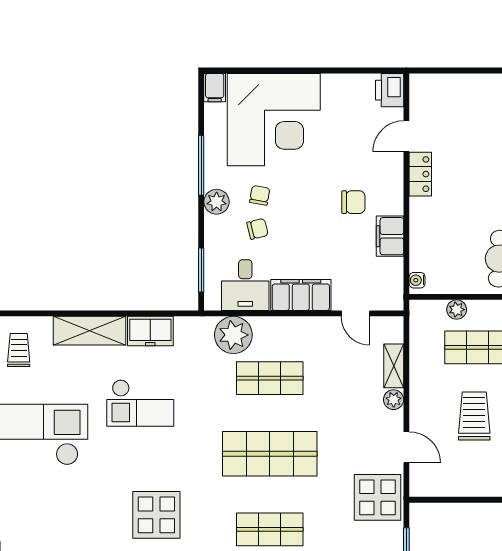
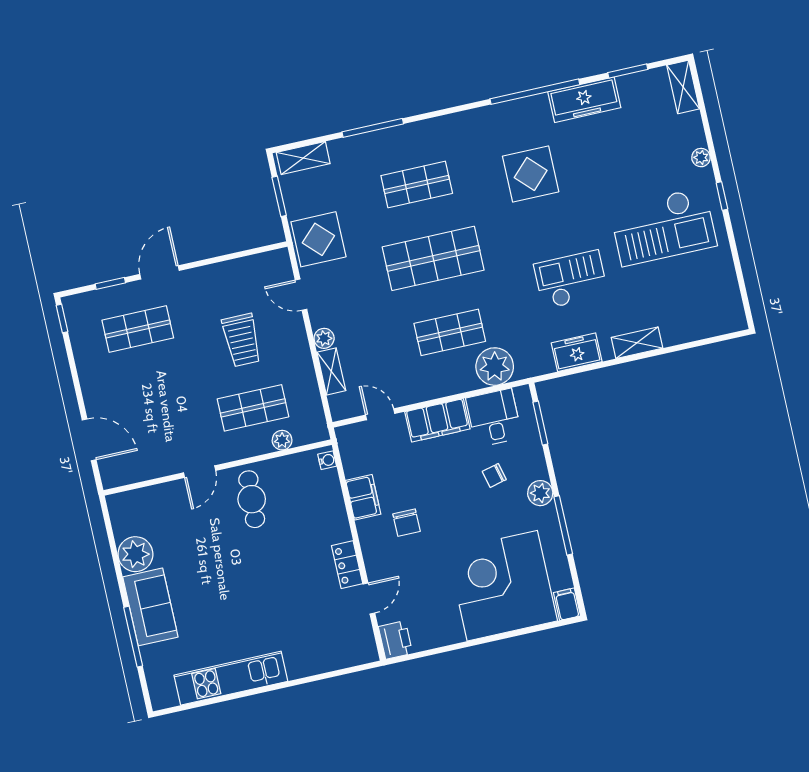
chair: (260, 195) -> (499, 509), removed
chair: (353, 202) -> (406, 523), turned -90
shelving: (89, 331) -> (637, 343), width x0.67, depth x0.75
trolley: (19, 350) -> (701, 305), removed

